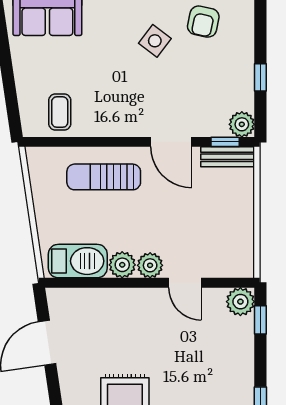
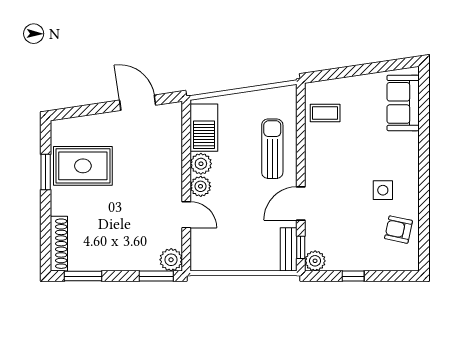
side table: (155, 41) -> (383, 190), turned -37
door: (185, 283) -> (186, 215), swing flipped
window: (260, 320) -> (156, 276), width x1.50

